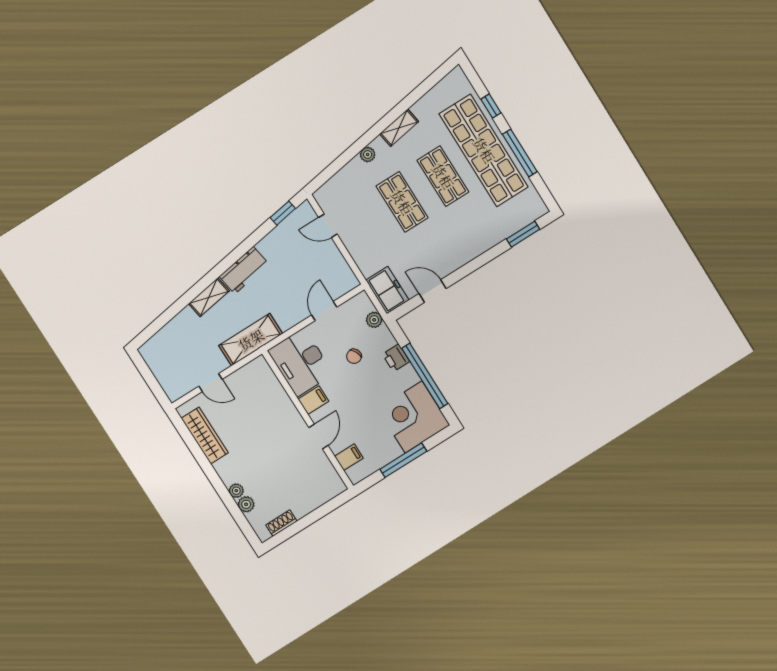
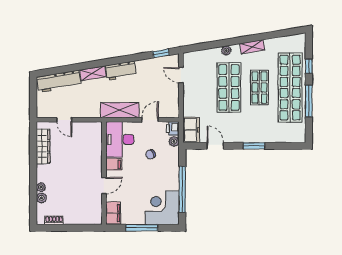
shop shelf: (402, 202) -> (229, 87), width x1.43, depth x1.36
window: (523, 234) -> (254, 146), moved
workbench: (171, 336) -> (59, 81), added
shelving: (251, 340) -> (120, 110), moved
printer: (396, 358) -> (173, 128), moved
filing cabinet: (349, 457) -> (113, 213), width x2.00

